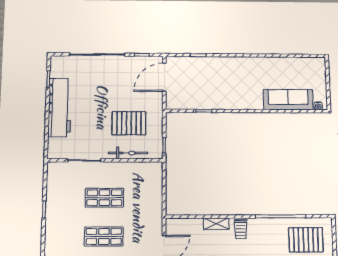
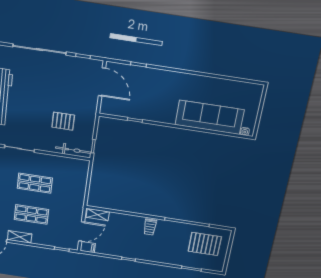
door: (164, 77) -> (102, 82), swing flipped
sofa: (288, 100) -> (210, 117), width x1.36, depth x1.27
pallet: (129, 123) -> (63, 121), width x0.67, depth x0.71
bicycle: (128, 153) -> (73, 150), moved
shelving: (216, 224) -> (98, 215), moved

